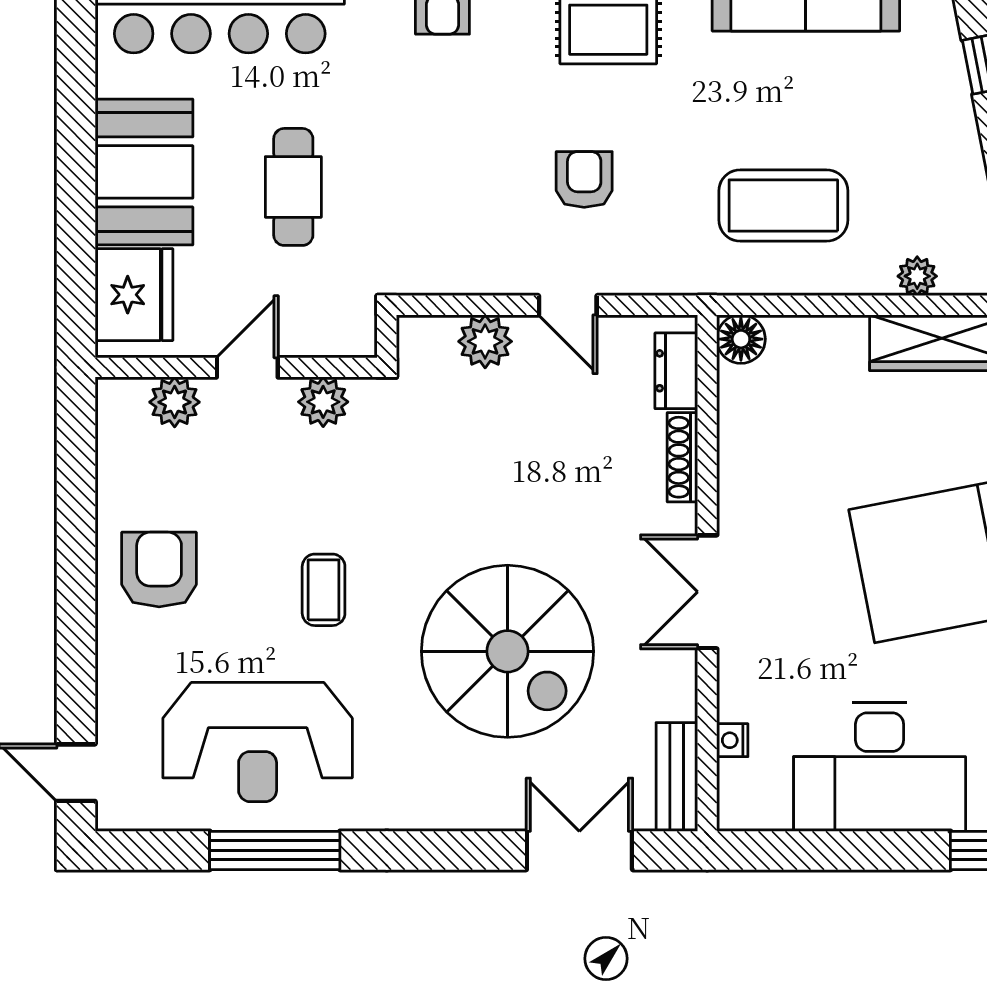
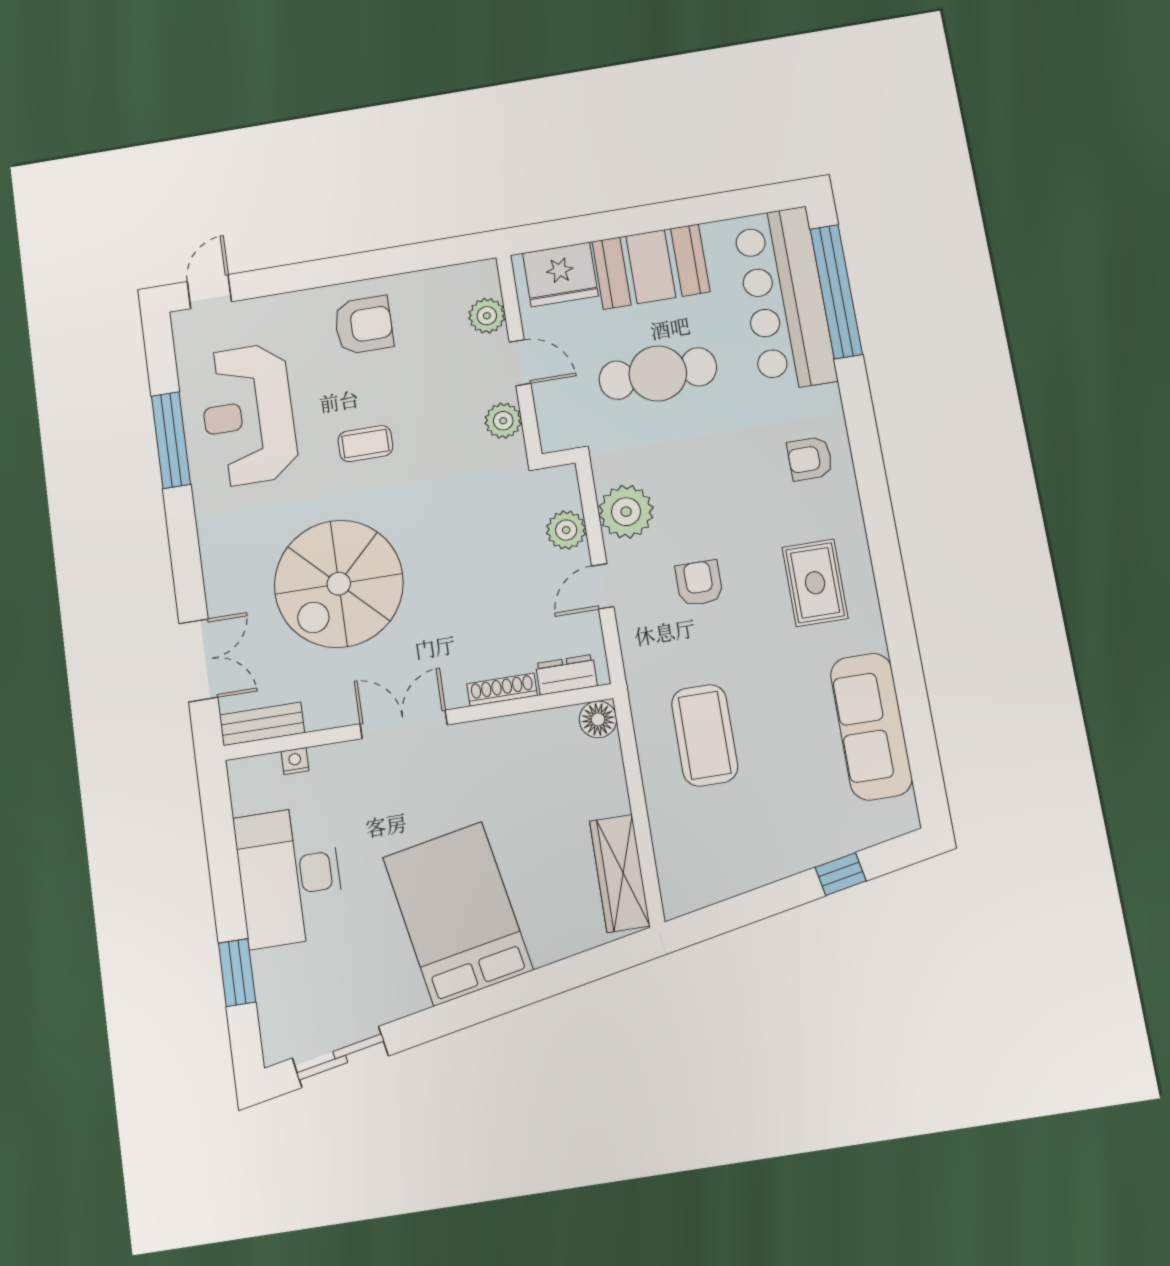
armchair: (584, 180) -> (699, 583), turned -90
cafe table: (293, 187) -> (658, 373), width x1.37, depth x1.35
plant: (917, 276) -> (626, 512), moved, width x1.87, depth x1.87

